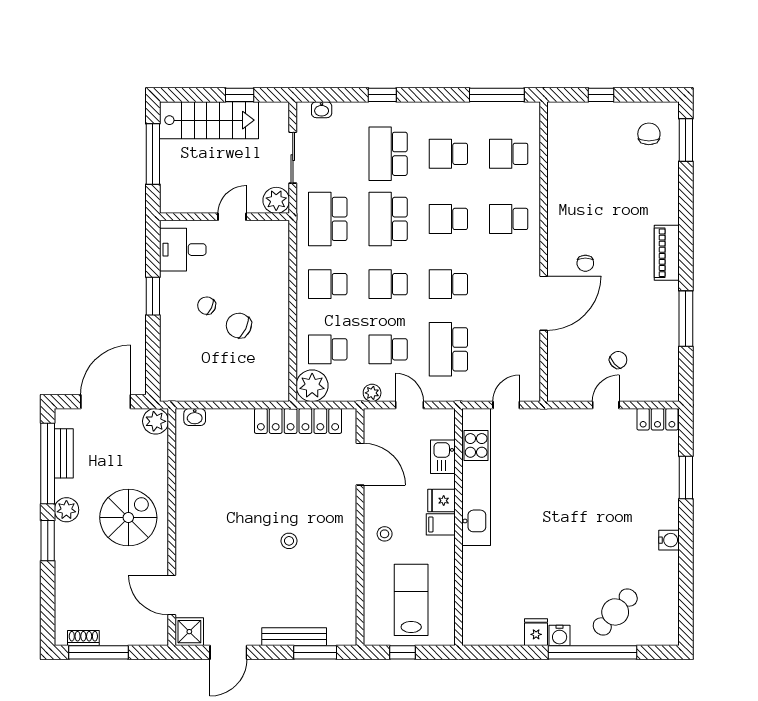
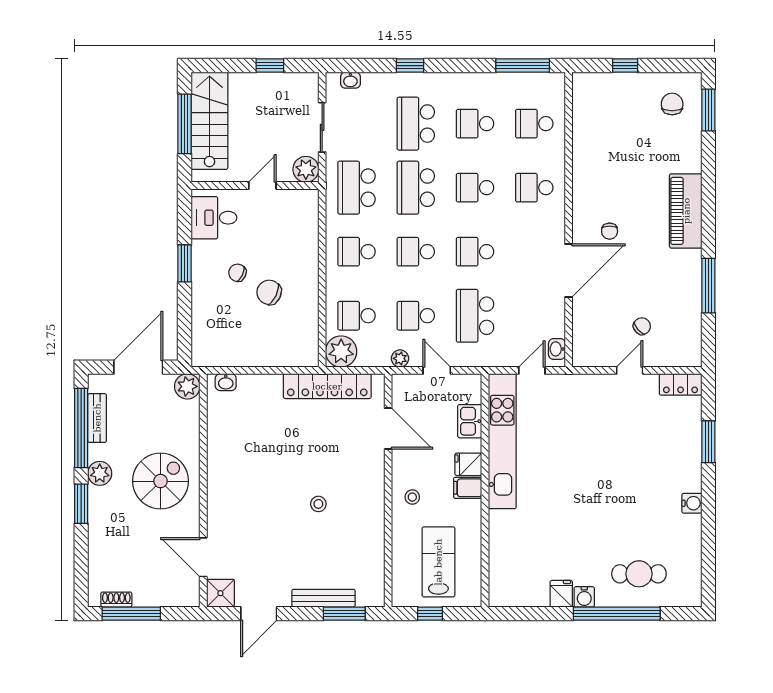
stairs: (209, 120) -> (209, 121), moved, turned -90
piano: (667, 253) -> (686, 211), width x1.37, depth x1.33
washbasin: (532, 383) -> (557, 349), added
cafe table: (615, 612) -> (639, 574), turned 48

